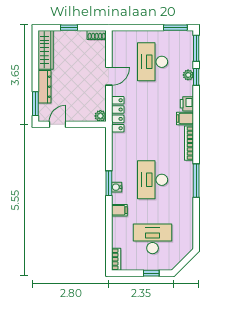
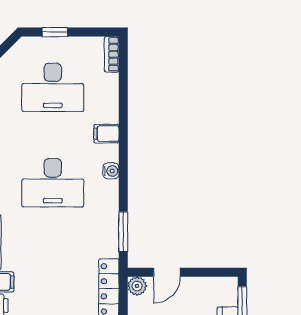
door: (58, 124) -> (167, 272), moved
desk: (153, 180) -> (53, 183), turned 90
window: (109, 183) -> (123, 232), moved

